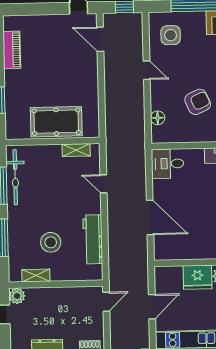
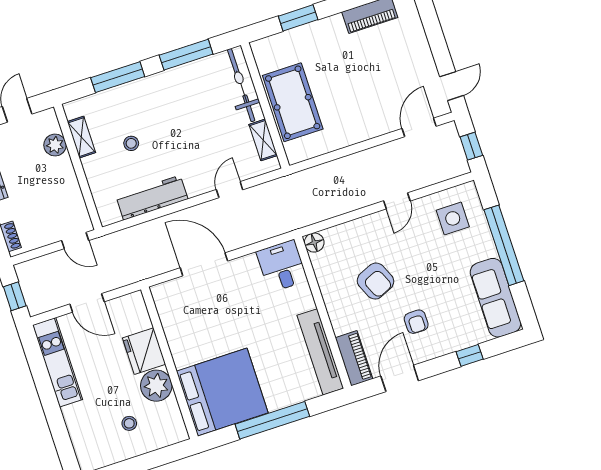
floor lamp: (158, 118) -> (314, 243), moved
bicycle: (15, 177) -> (241, 85), moved, turned 90
door: (150, 217) -> (204, 264), swing flipped
stool: (51, 242) -> (131, 143), width x0.53, depth x0.53
plant: (17, 296) -> (55, 145), moved

